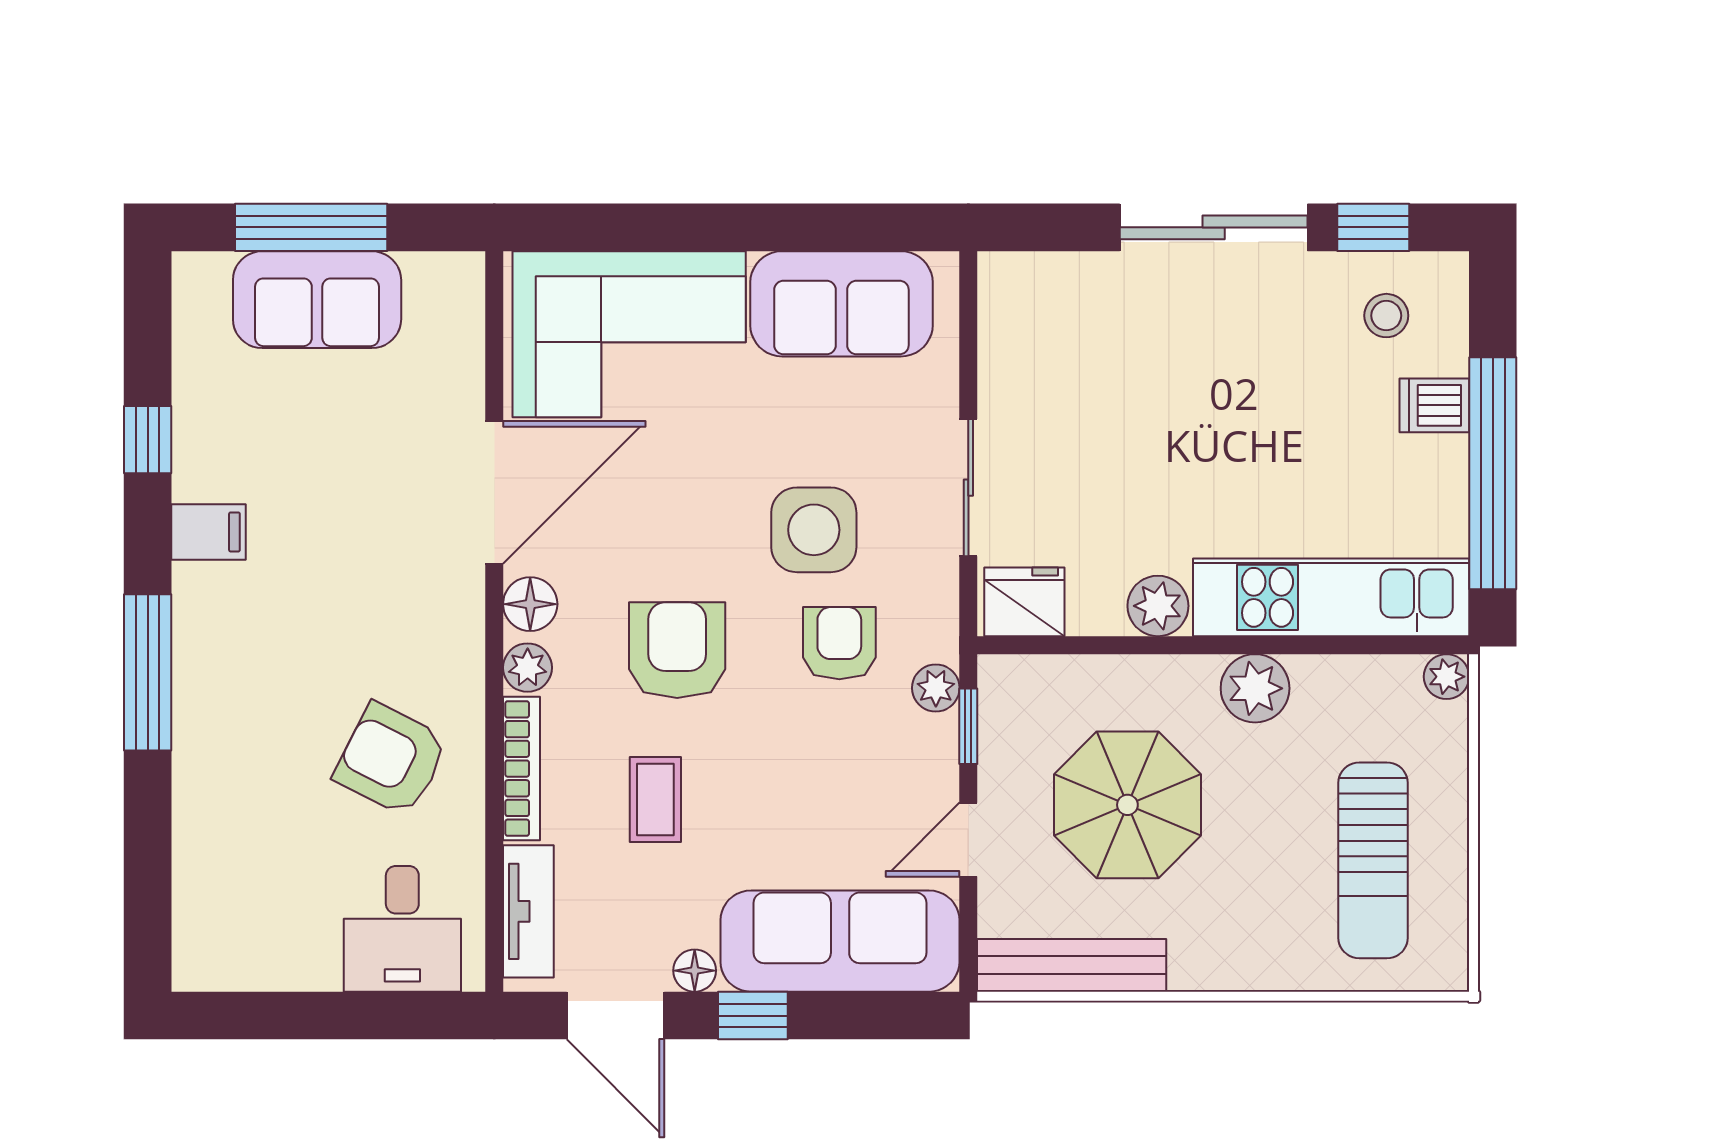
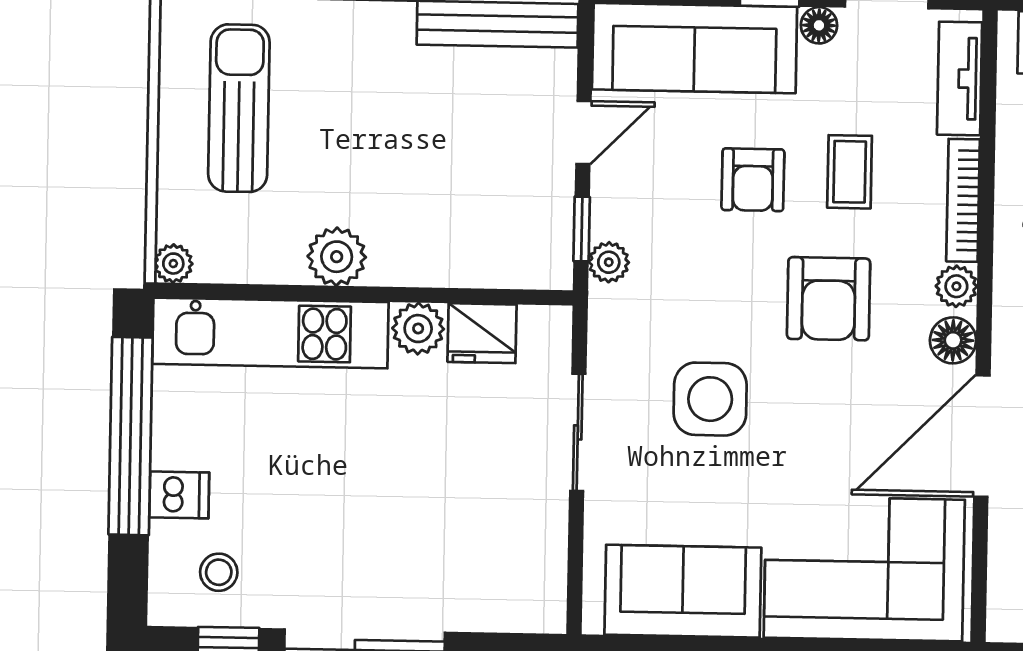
fridge: (1024, 602) -> (482, 333), moved
armchair: (839, 643) -> (753, 180), moved
parasol: (1127, 805) -> (447, 159), removed

